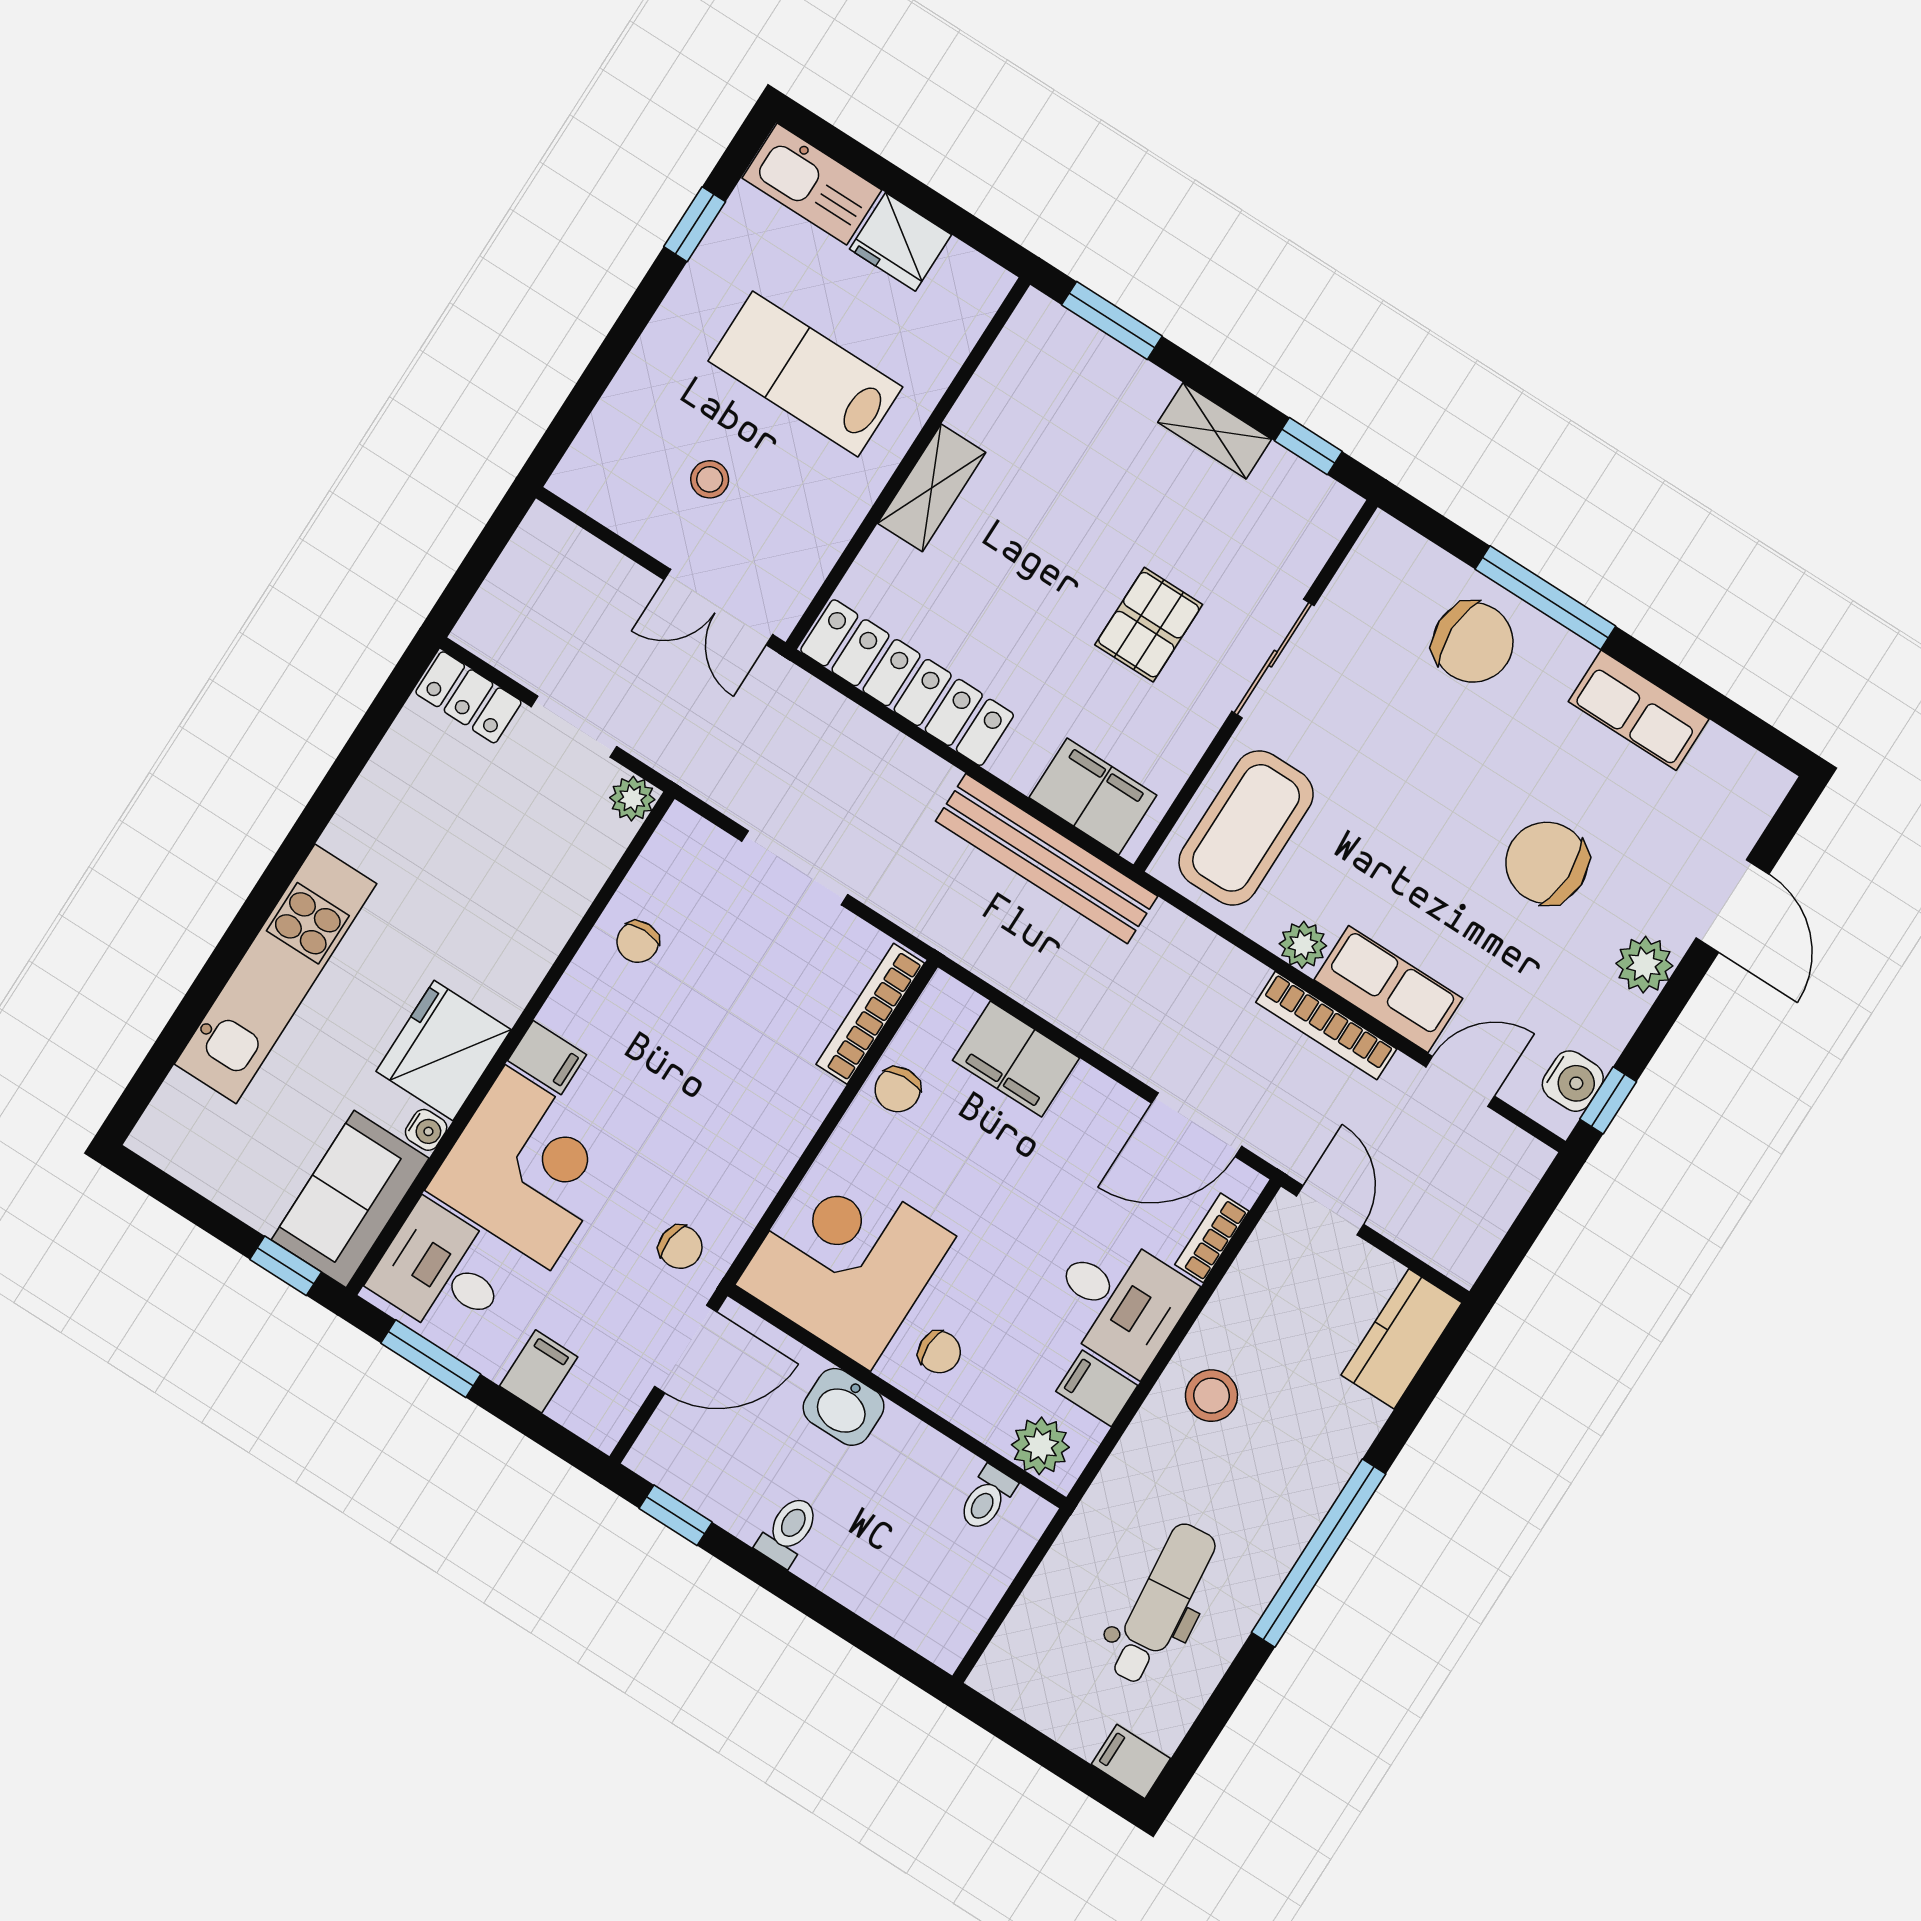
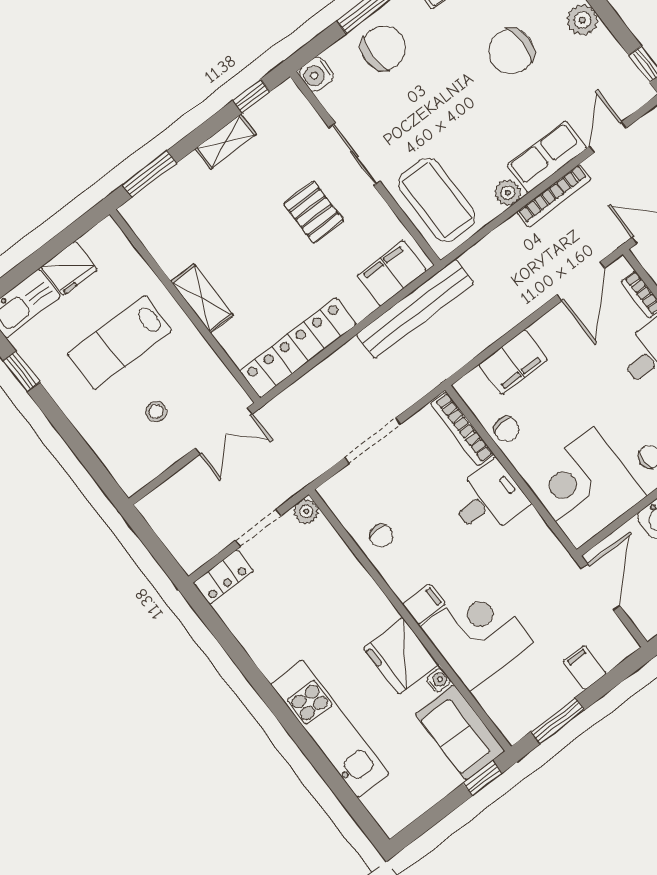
water cooler: (1573, 1081) -> (316, 74), moved, turned 180
chair: (680, 1247) -> (547, 571), removed
desk: (442, 1272) -> (488, 500), moved, turned 180

